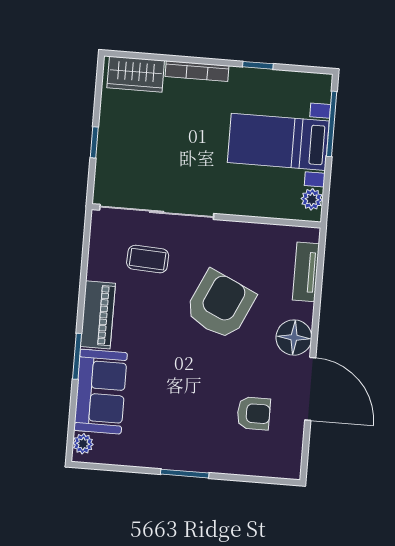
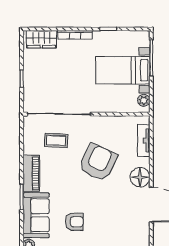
armchair: (254, 413) -> (74, 222), moved

